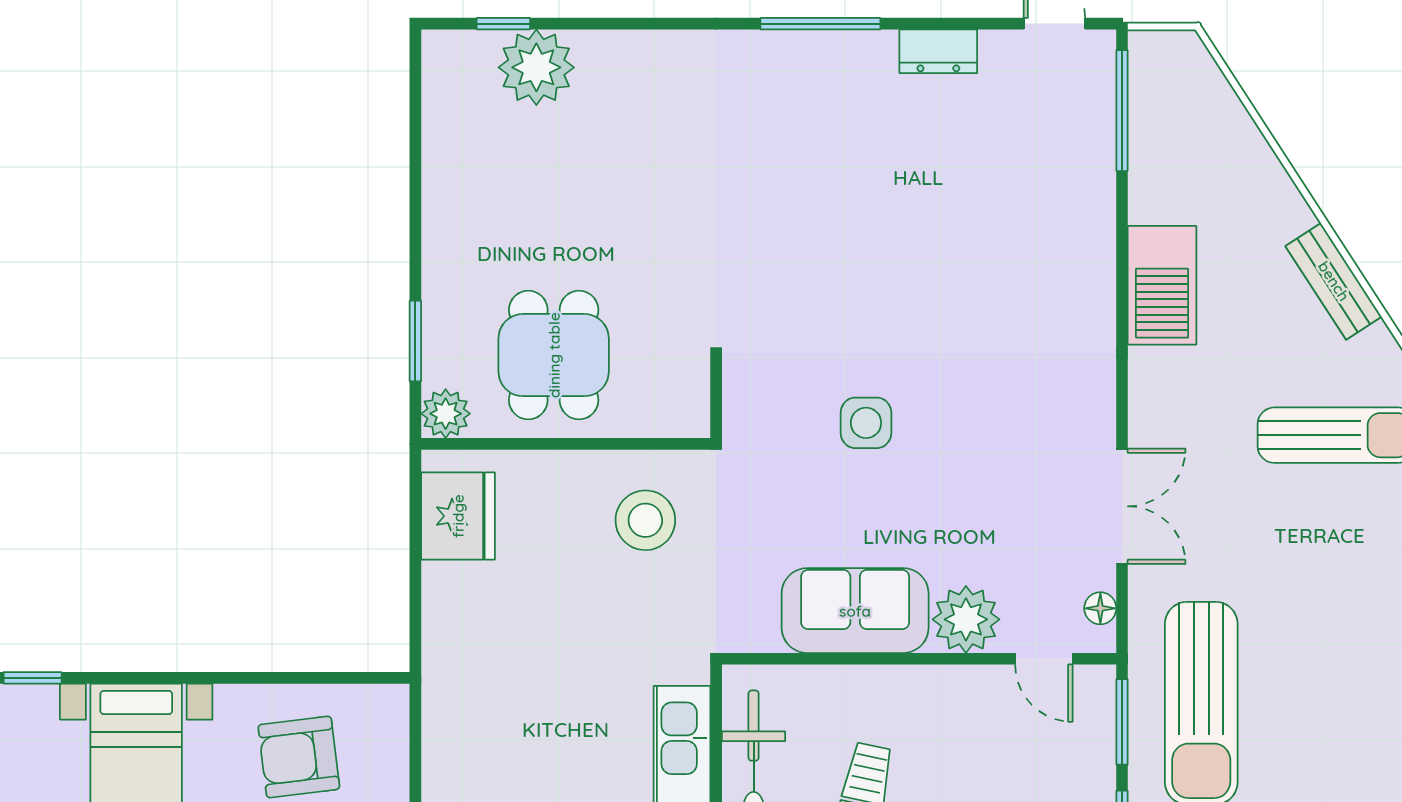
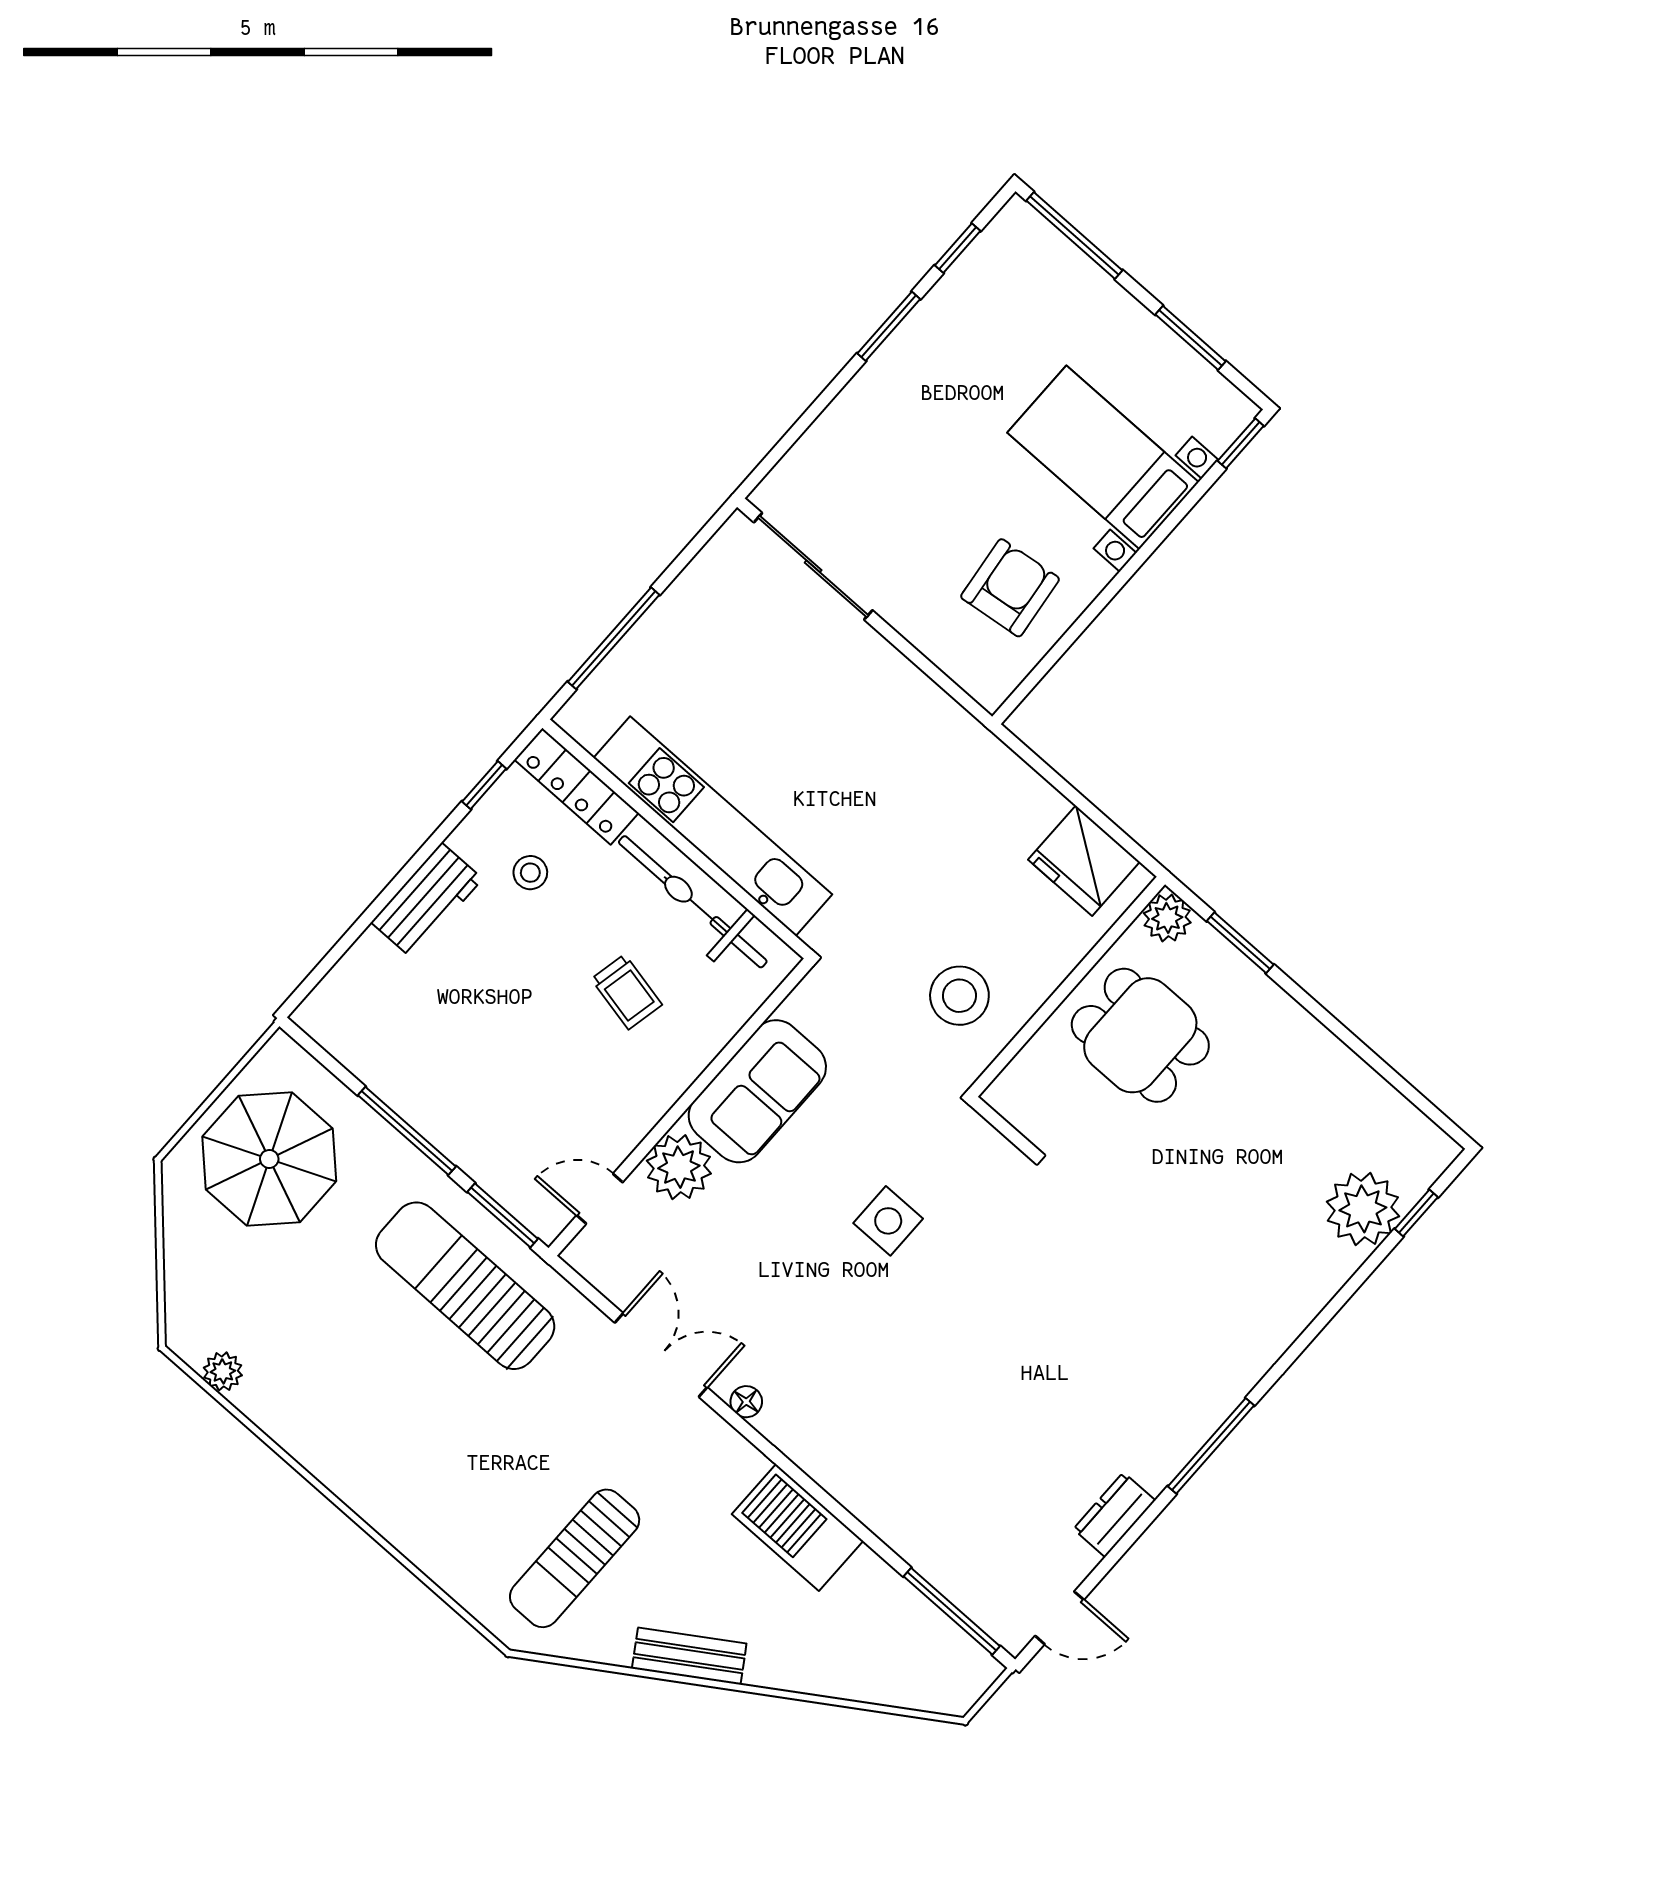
double door: (1122, 506) -> (661, 1355), swing flipped
floor lamp: (1100, 608) -> (746, 1402), moved

